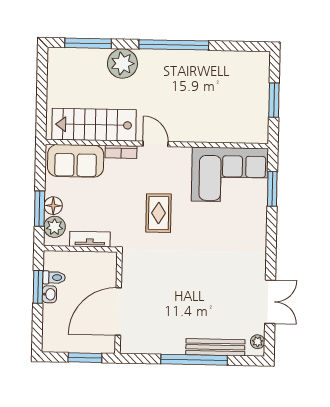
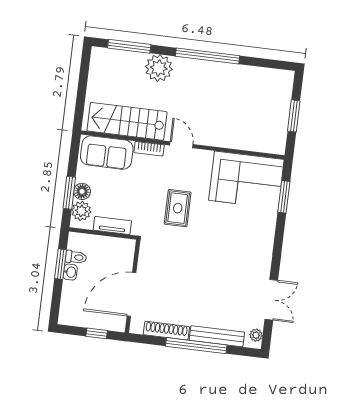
shoe rack: (160, 347) -> (166, 331), added
window: (85, 358) -> (97, 333), width x0.67

